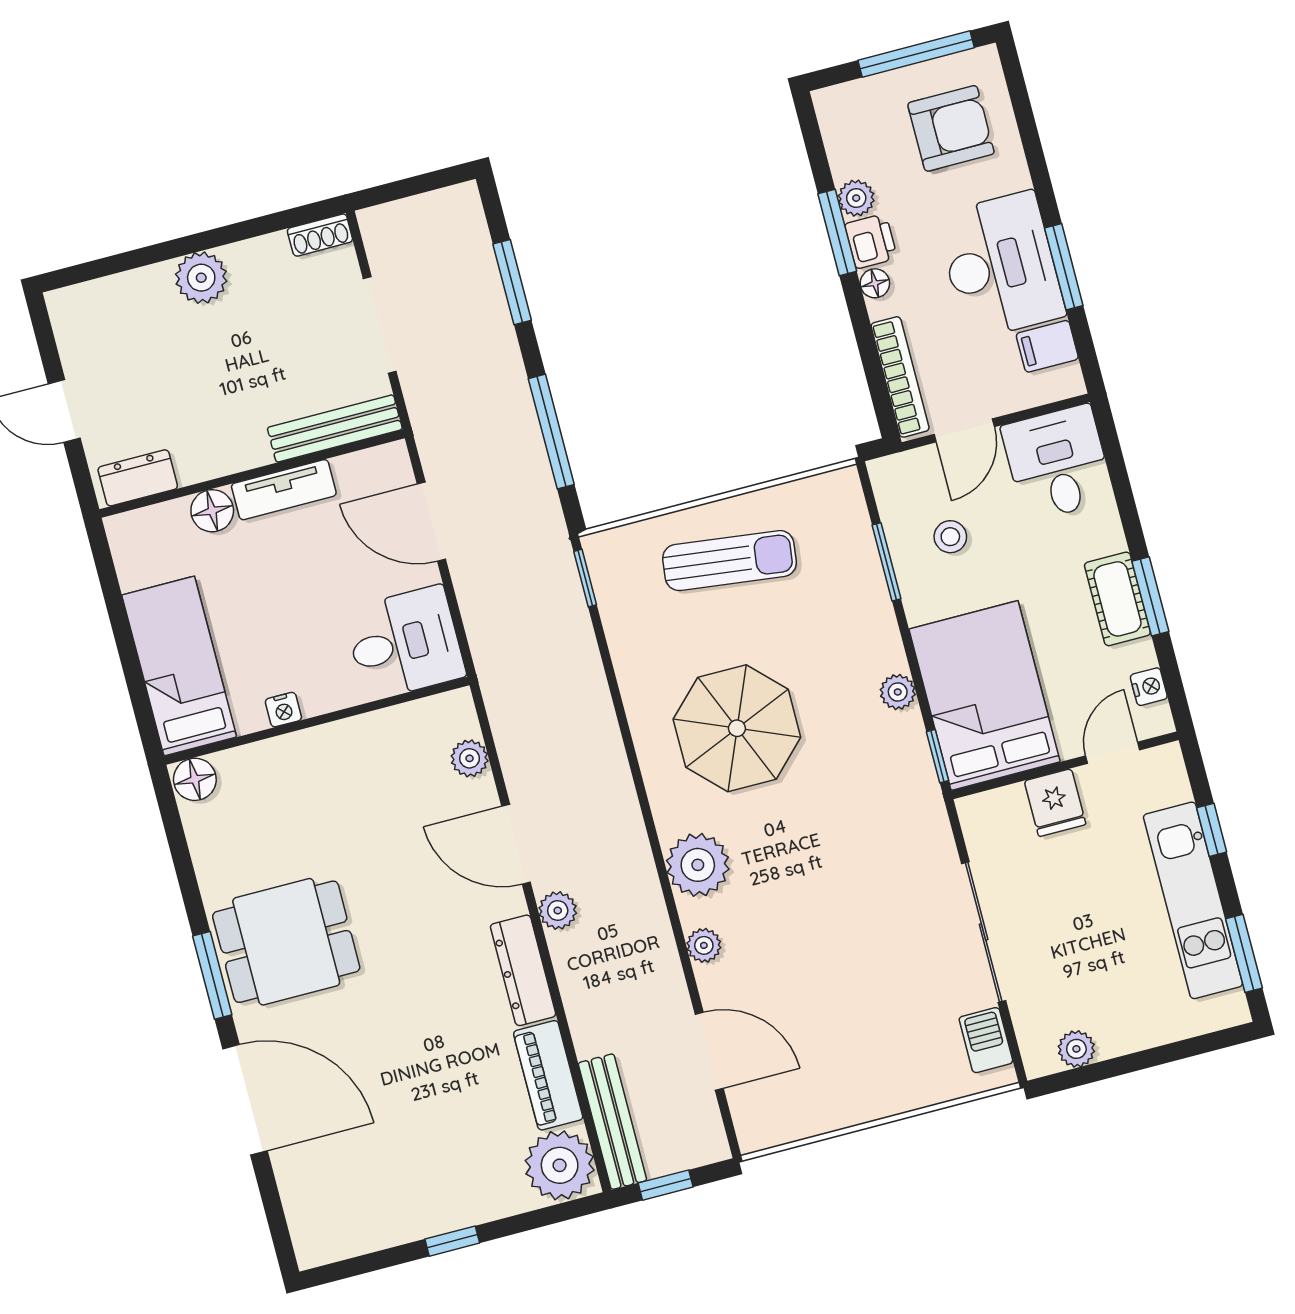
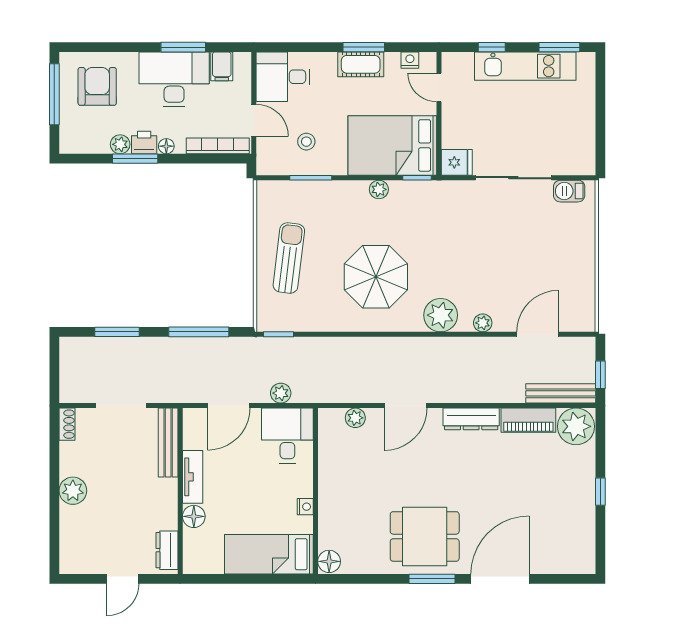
fridge: (1055, 803) -> (457, 162), moved
plant: (558, 911) -> (281, 393), moved
dining table: (286, 942) -> (425, 536), turned 90
plant: (1076, 1049) -> (586, 146), removed

